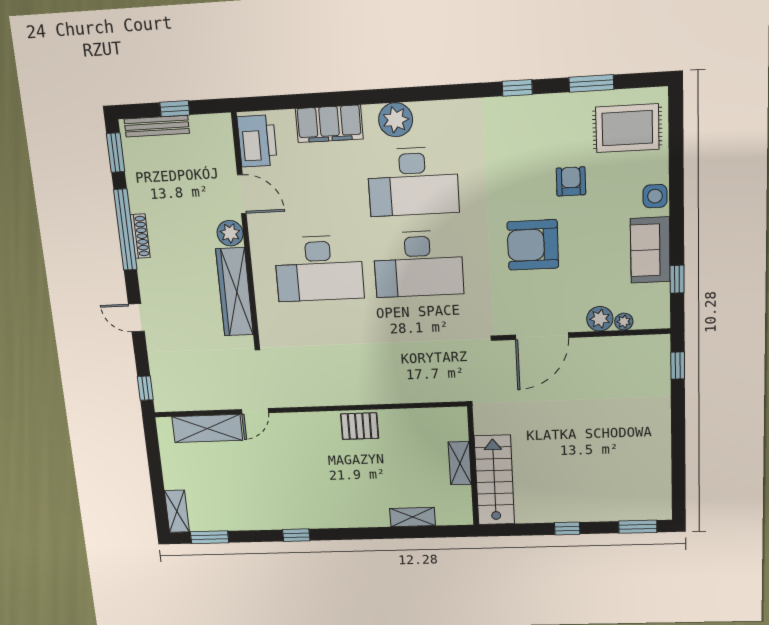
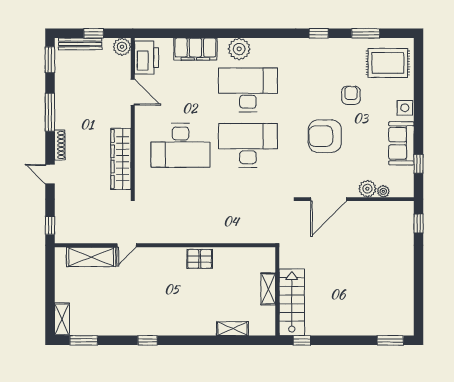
desk: (413, 182) -> (248, 90), turned 180
window: (125, 230) -> (50, 112), width x0.68
plant: (230, 233) -> (122, 47), moved
shoe rack: (140, 236) -> (60, 145), moved
desk: (418, 264) -> (248, 145), turned 180
window: (567, 528) -> (302, 340), moved

